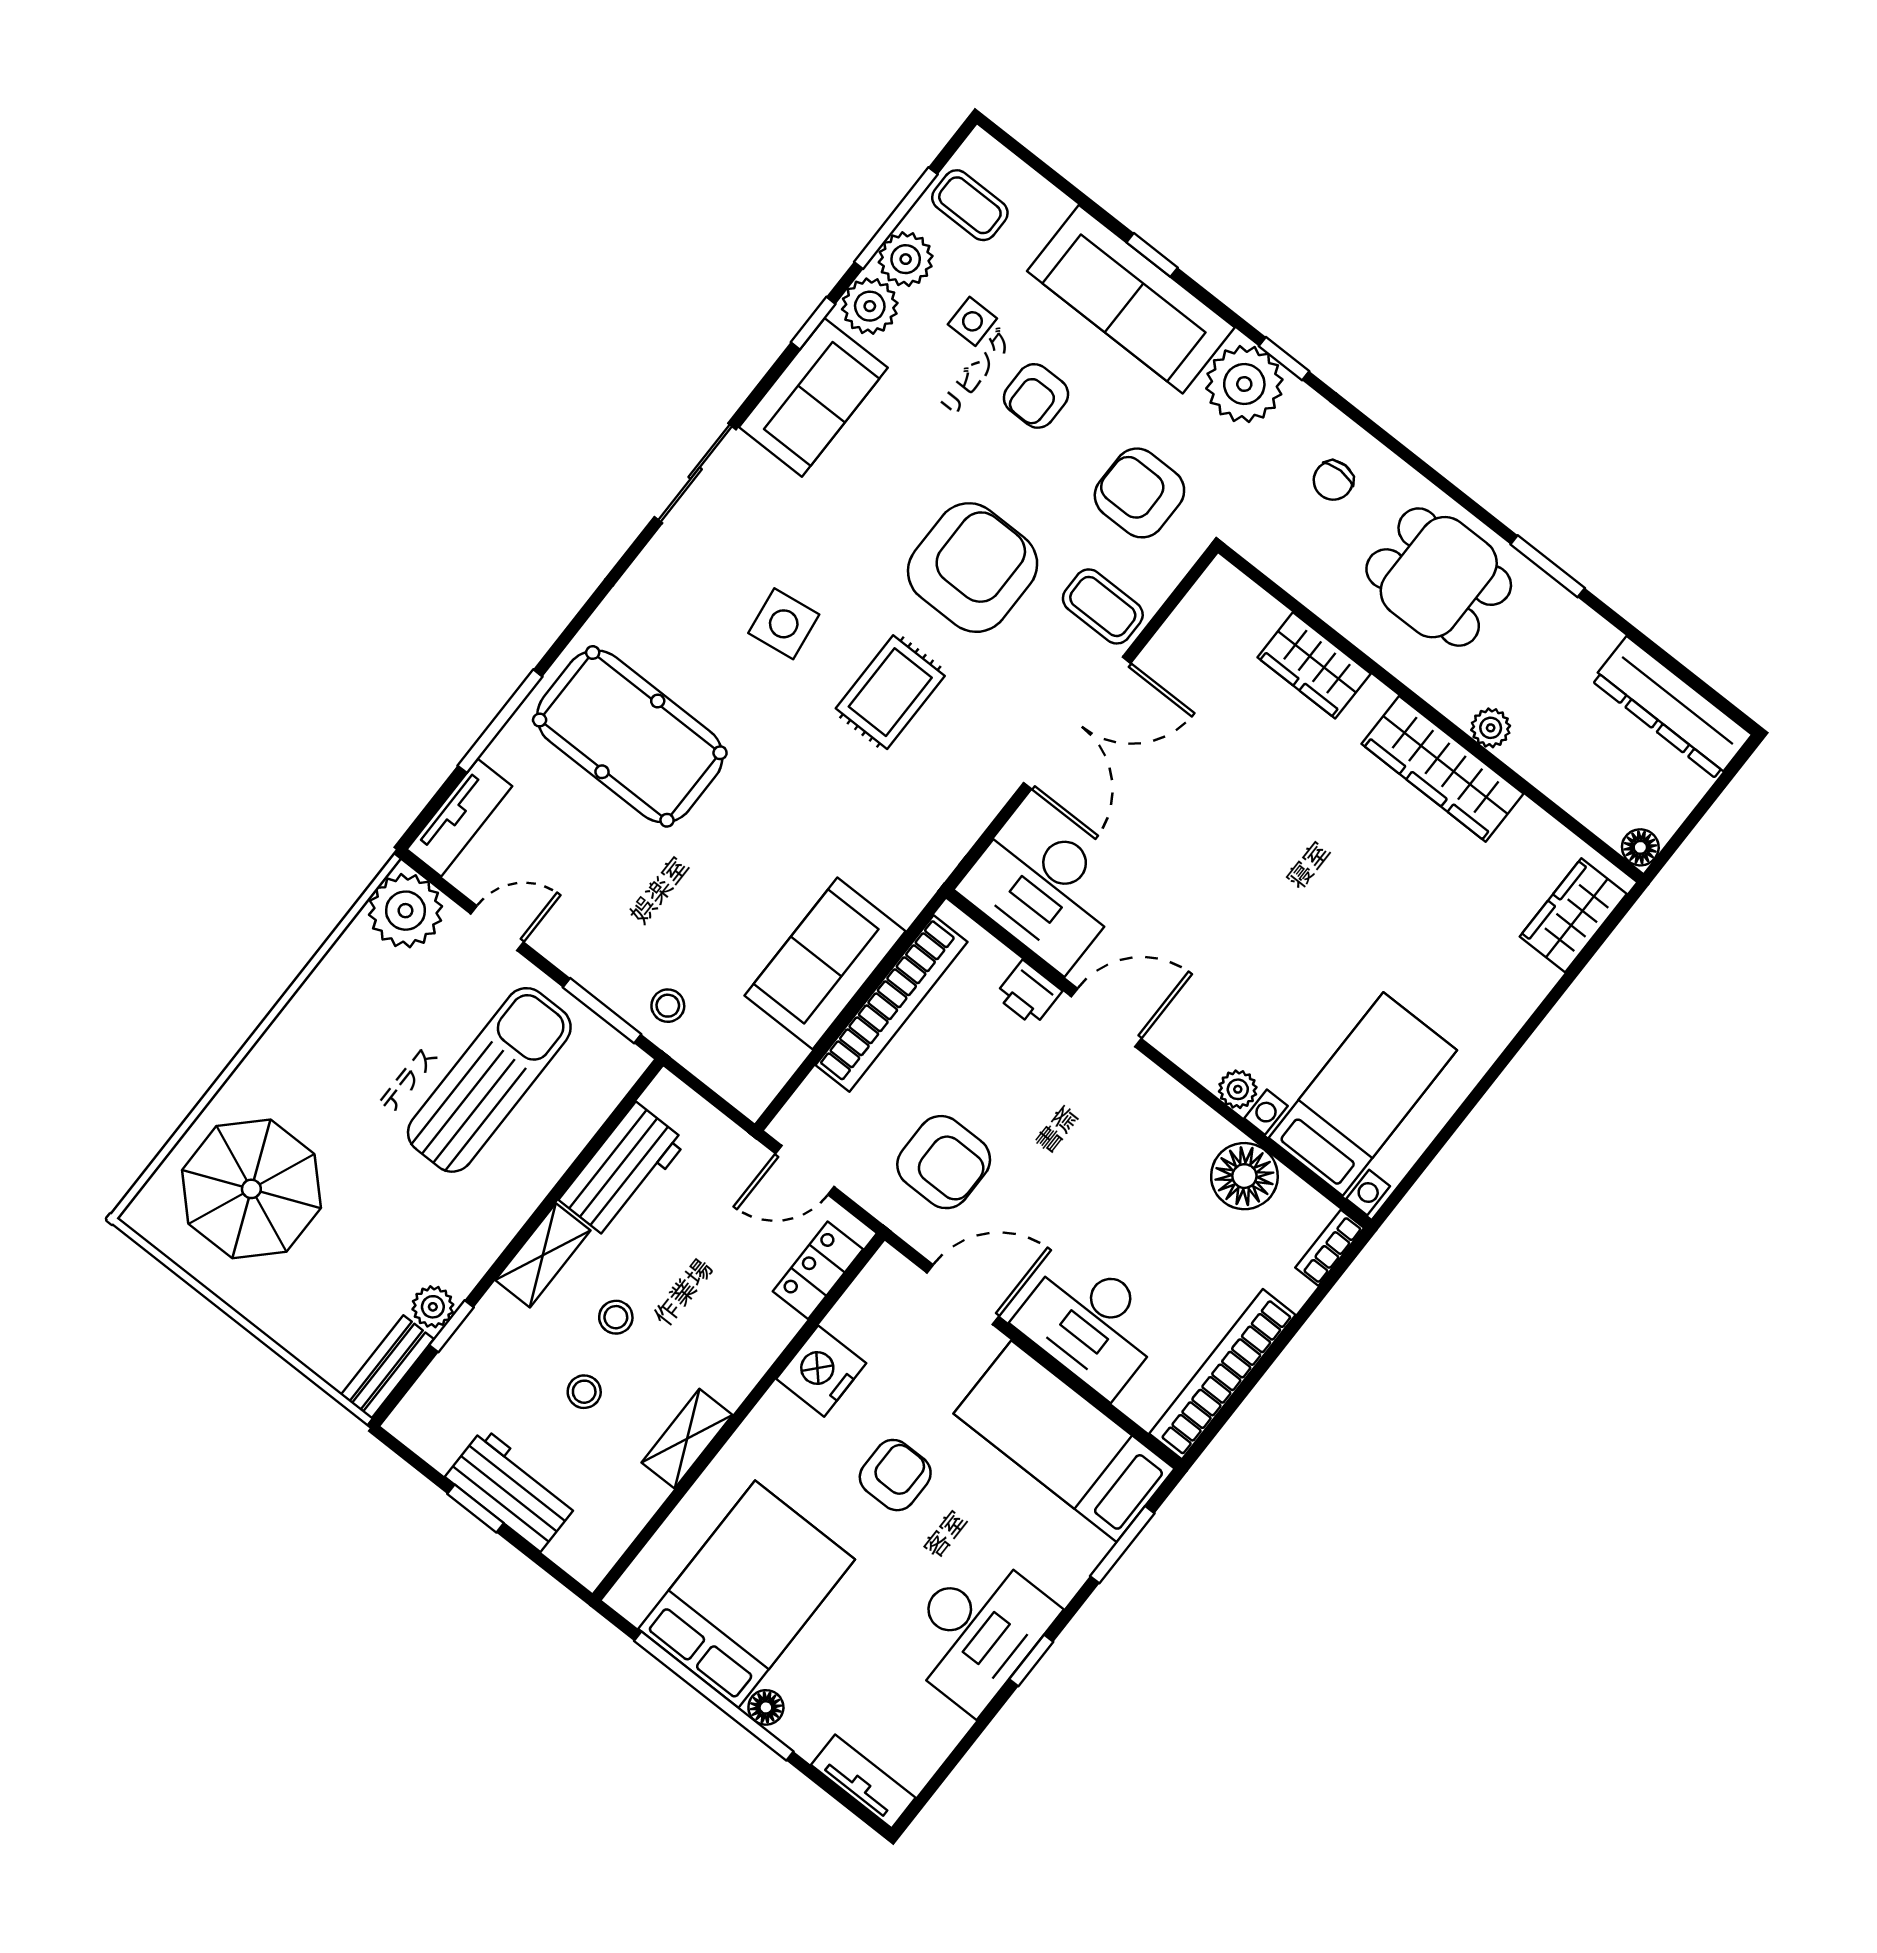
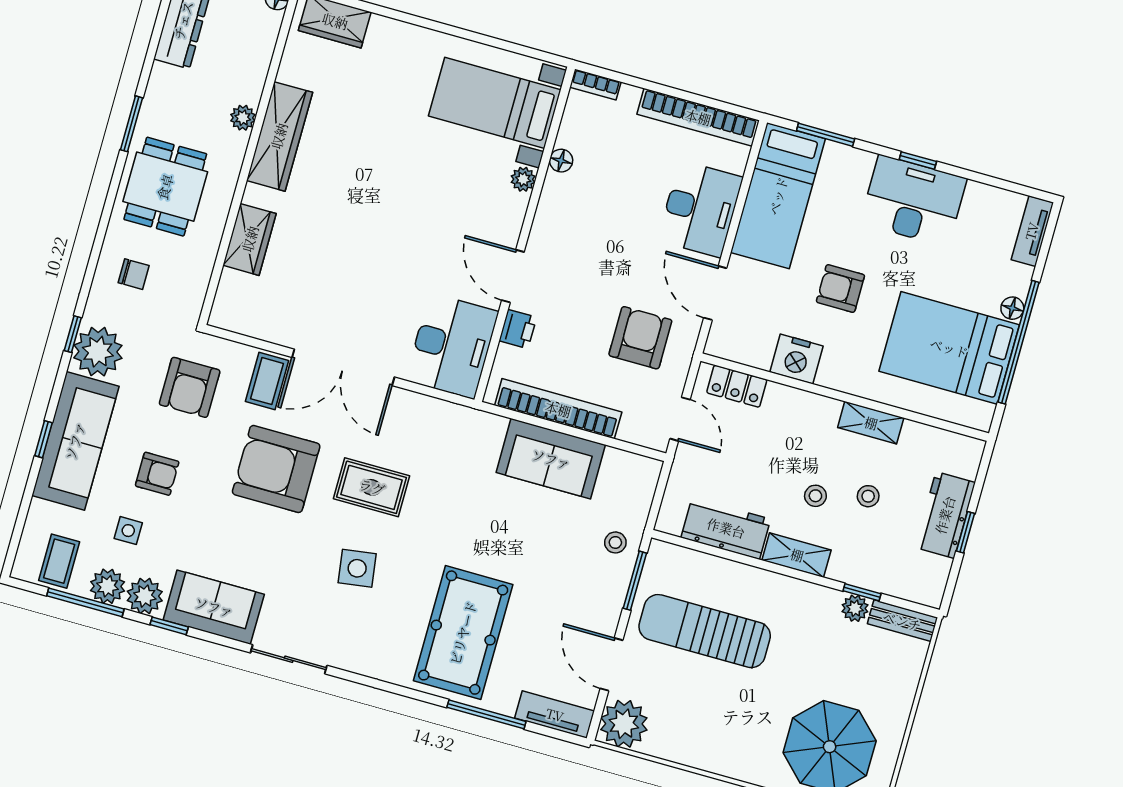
double door: (1077, 723) -> (343, 367), swing flipped
door: (497, 928) -> (611, 664), width x1.38
floor lamp: (1244, 1176) -> (561, 161), width x0.53, depth x0.53

